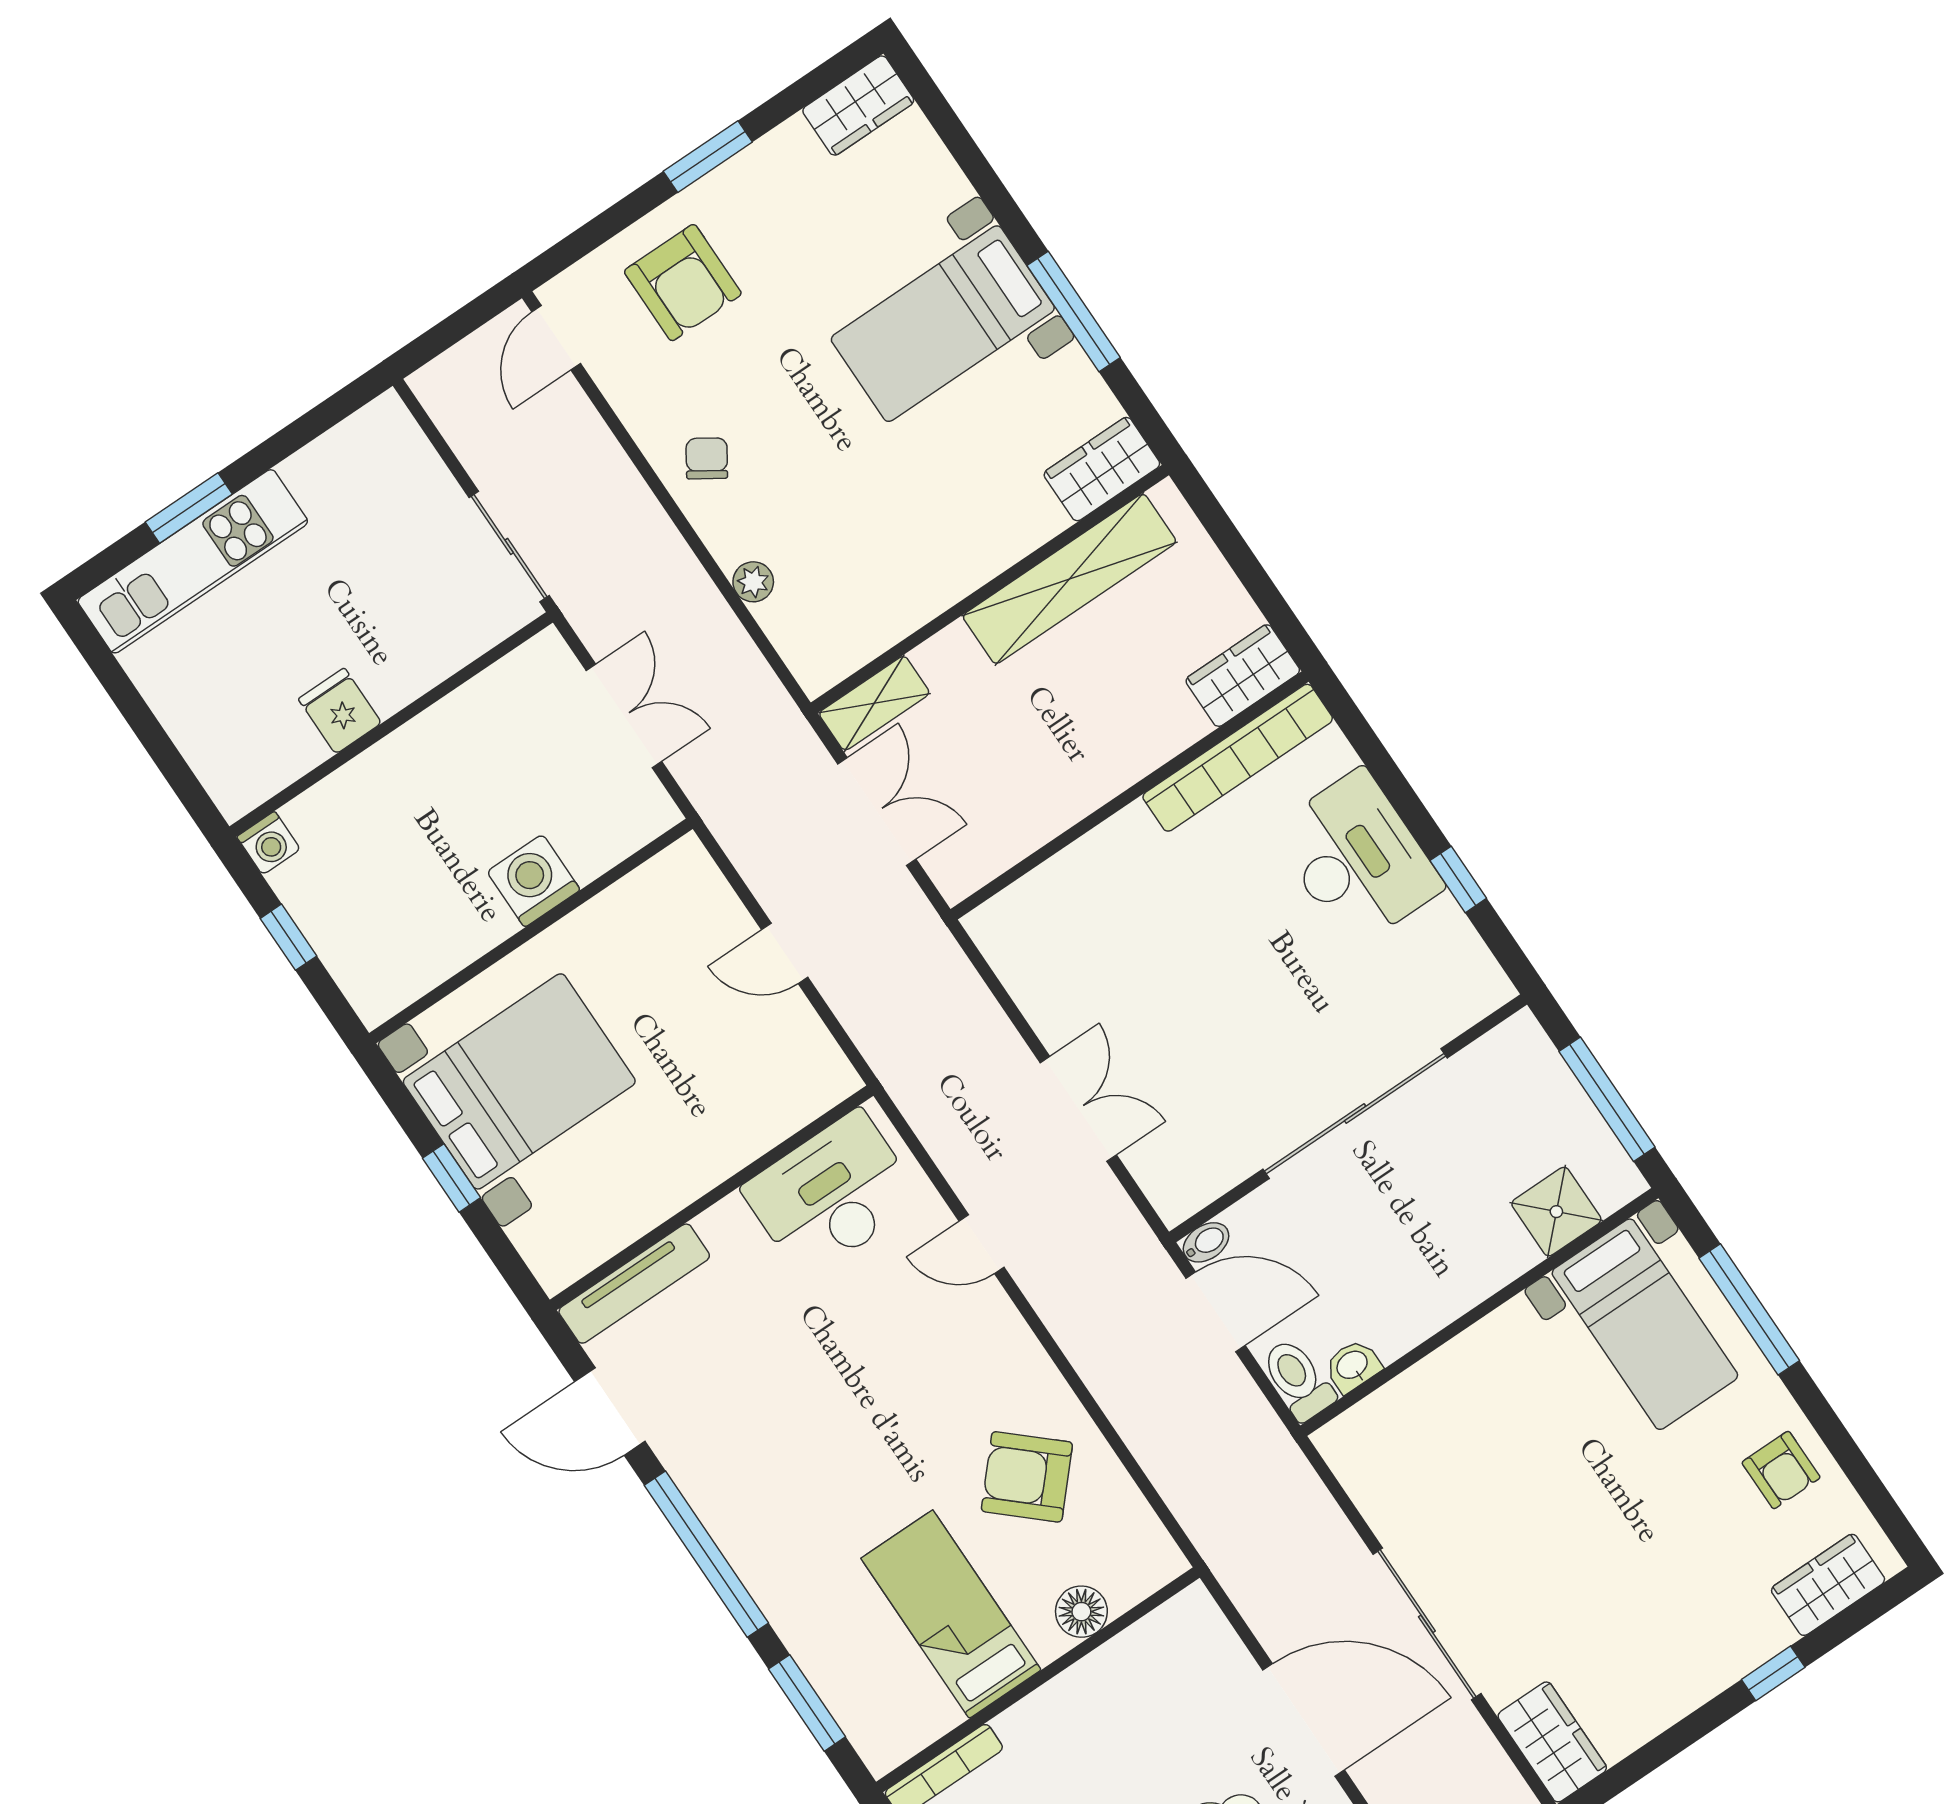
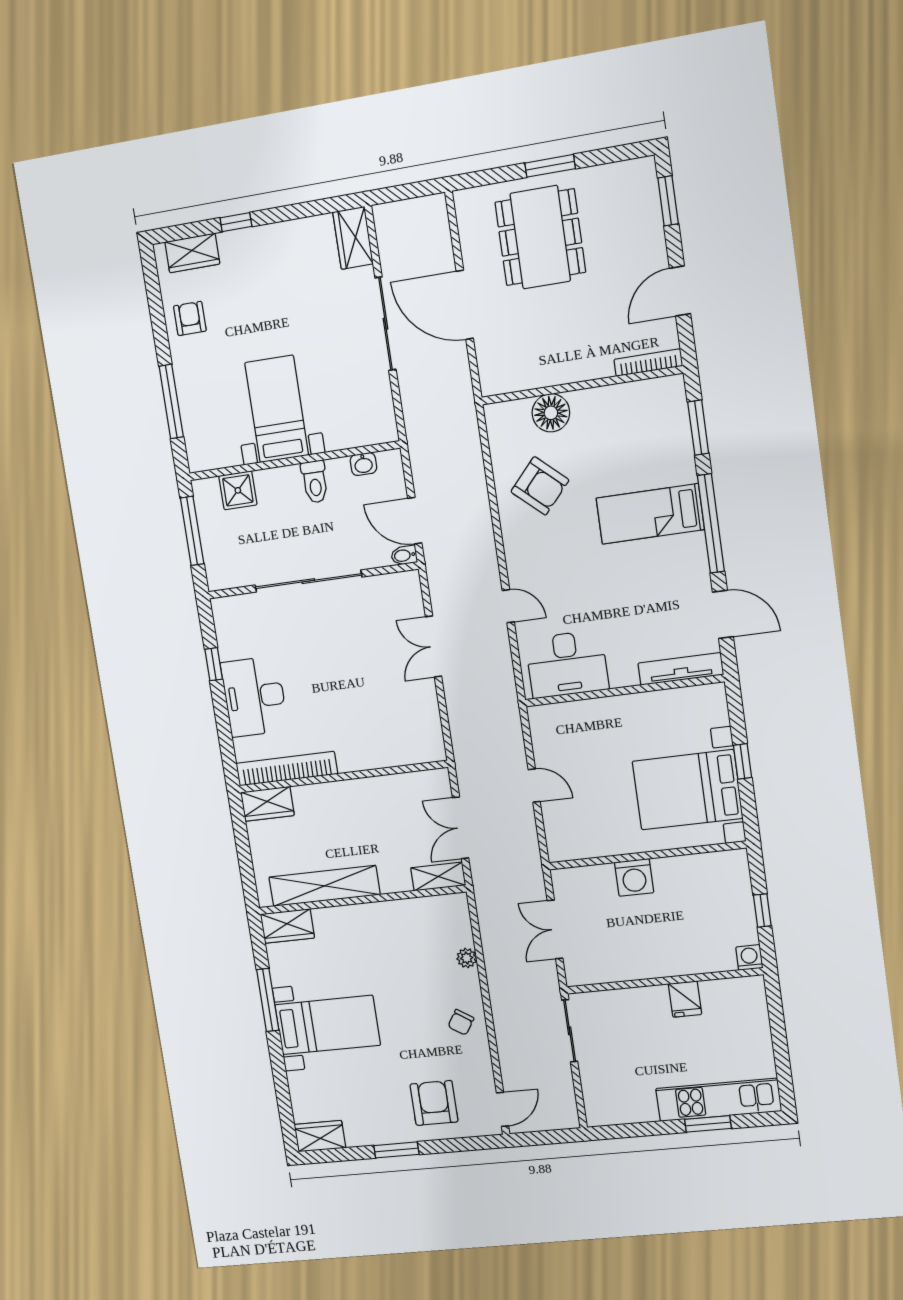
bed with nightstands: (1645, 1324) -> (277, 409), moved
toilet: (1298, 1379) -> (315, 482), moved
floor lamp: (1081, 1612) -> (551, 413), width x1.38, depth x1.38
bed: (951, 1614) -> (650, 514), moved, turned 90

